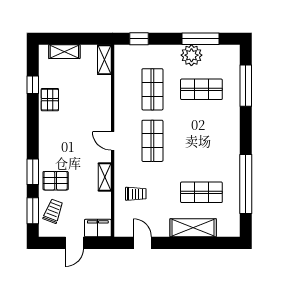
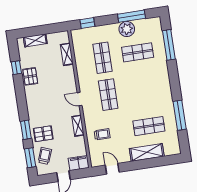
shelving: (104, 60) -> (67, 54), moved
window: (246, 184) -> (180, 115), width x0.68

